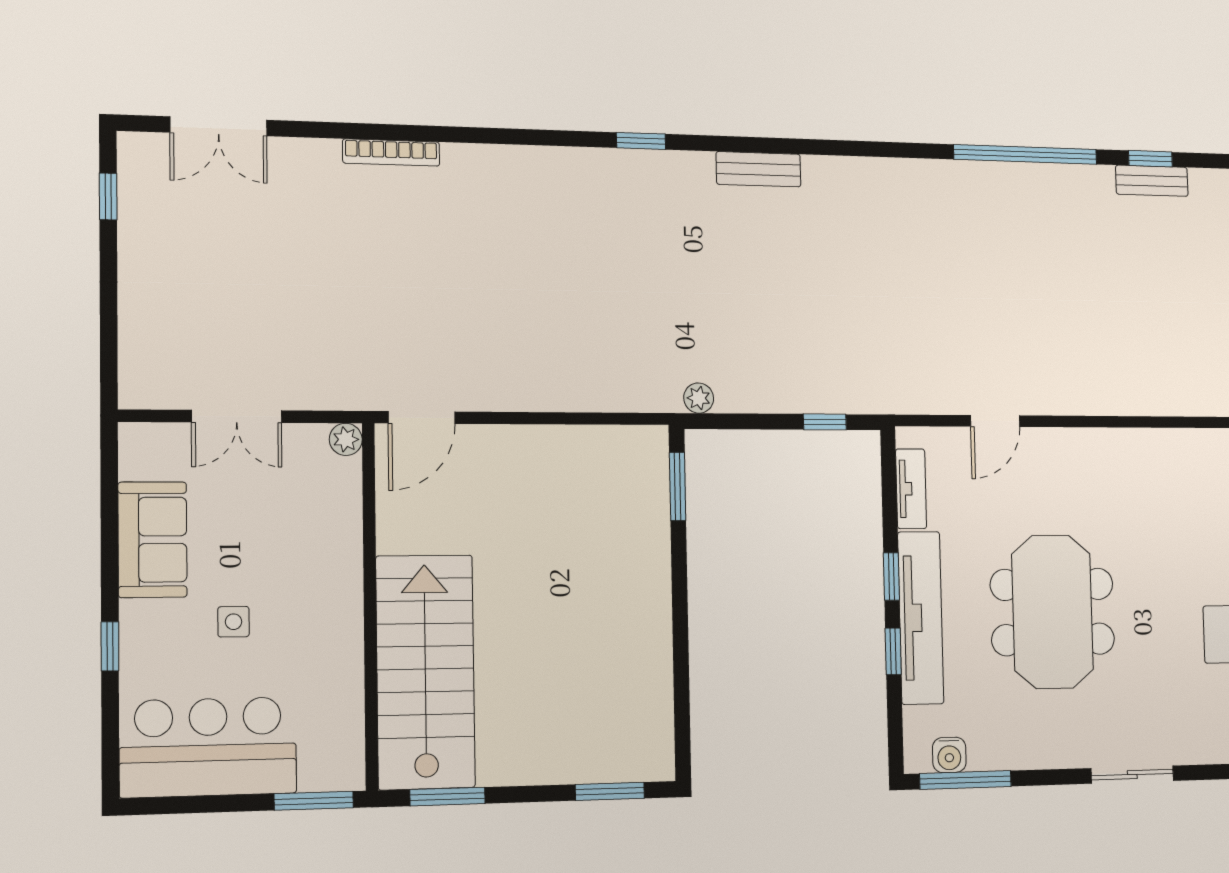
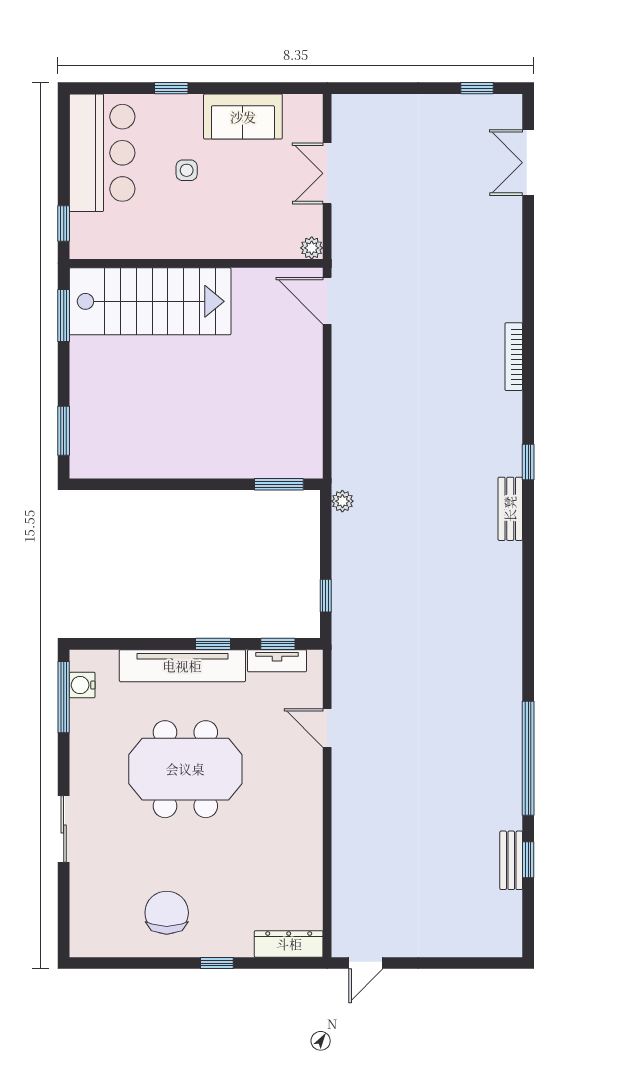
bookcase: (391, 153) -> (514, 357), moved
bench: (758, 169) -> (510, 509), moved
window: (893, 651) -> (278, 644), moved
window: (314, 801) -> (64, 223), width x0.67

